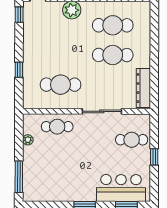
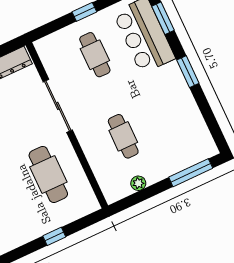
cafe table: (57, 127) -> (123, 136), moved
cafe table: (132, 140) -> (95, 55), moved

